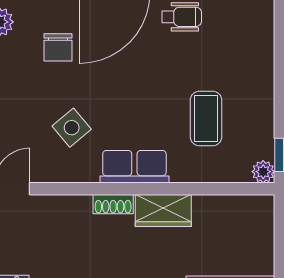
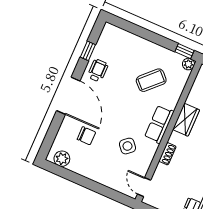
coffee table: (206, 119) -> (151, 80), turned -45
shoe rack: (113, 204) -> (167, 154), moved

